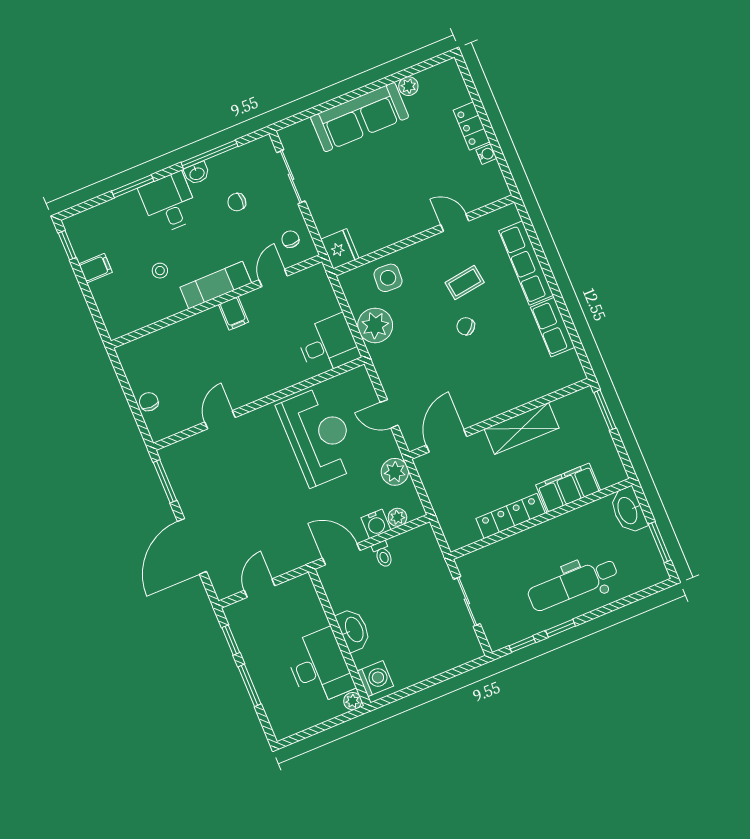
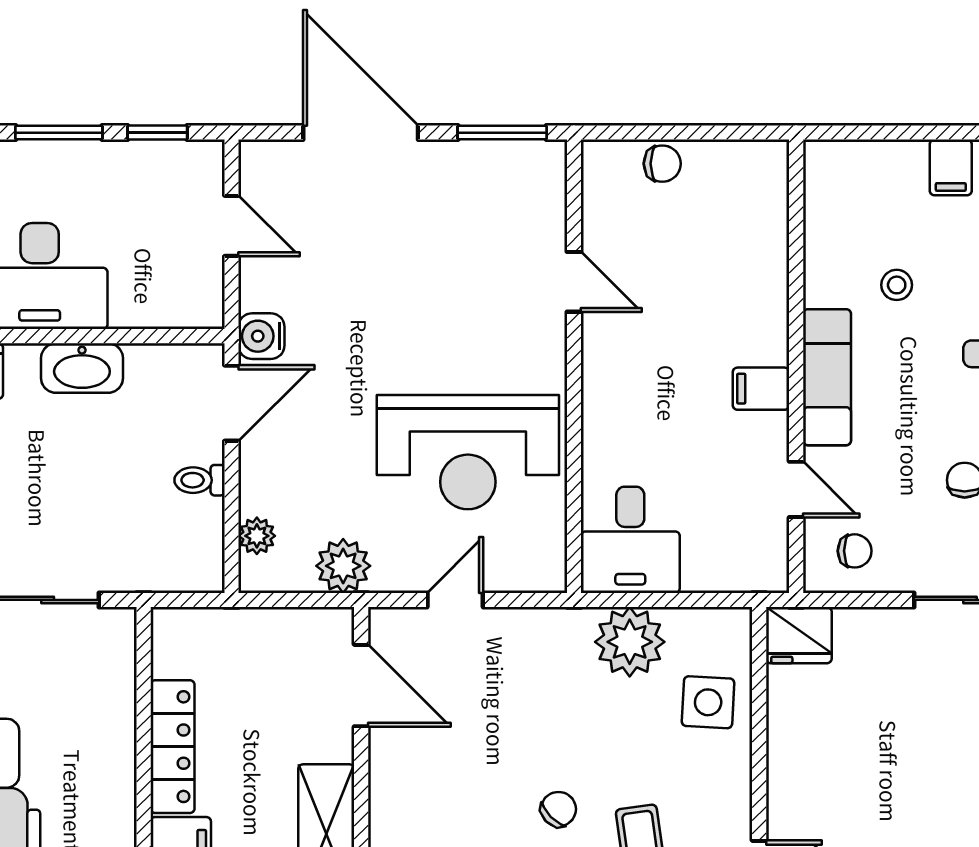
water cooler: (376, 524) -> (261, 336), moved

